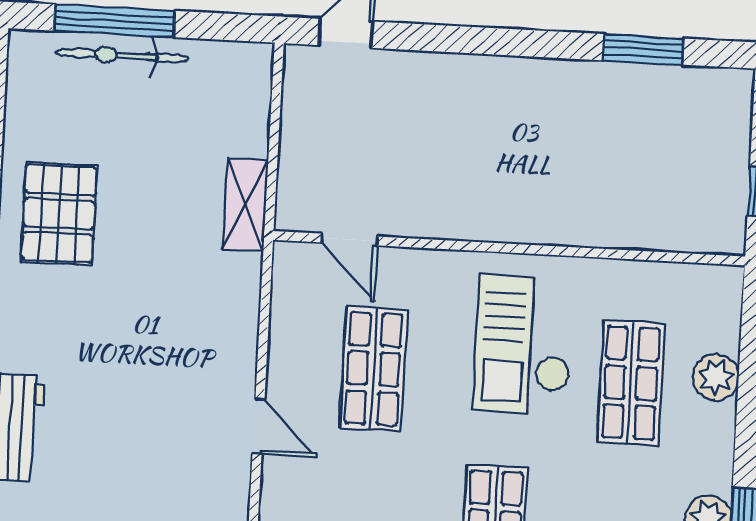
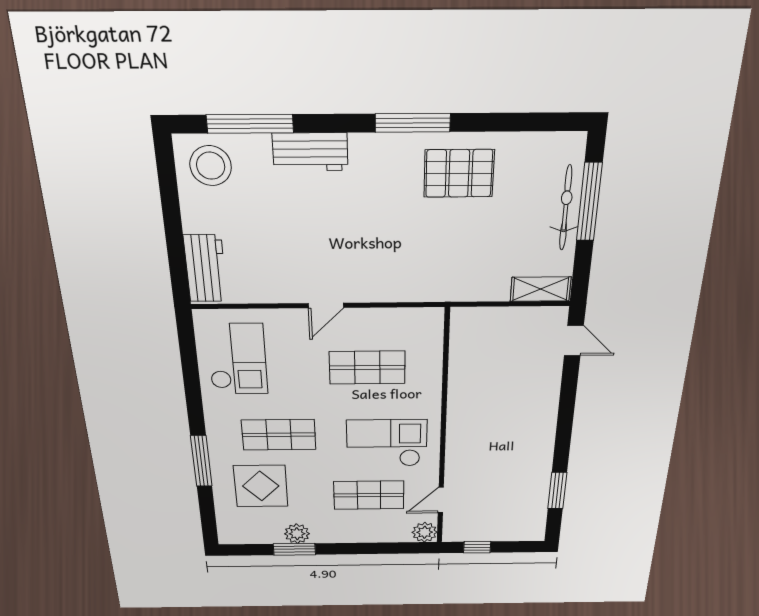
shelving: (245, 205) -> (541, 289), moved
door: (349, 240) -> (441, 500), moved
plant: (716, 377) -> (425, 532), moved

